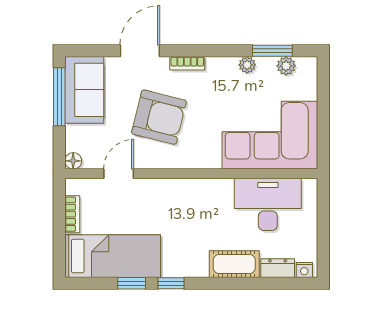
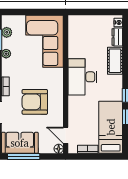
armchair: (159, 117) -> (35, 102), turned -104
door: (119, 174) -> (66, 135), moved
desk: (268, 204) -> (83, 77), moved

